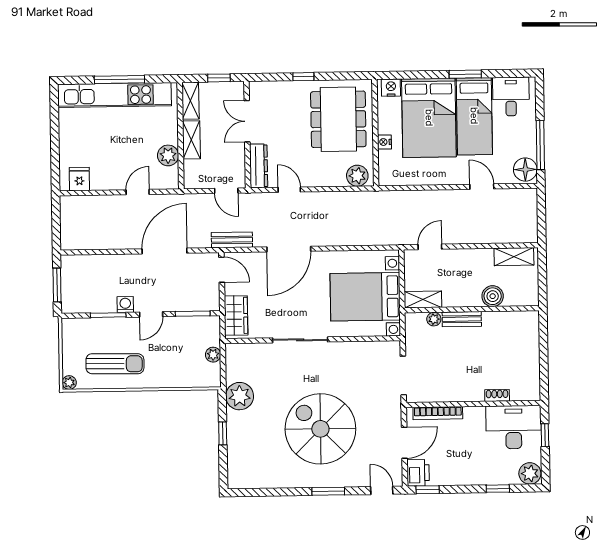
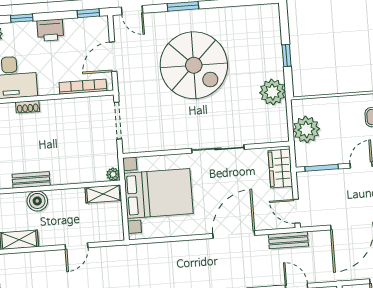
door: (430, 247) -> (76, 246), moved
plant: (434, 319) -> (113, 174), moved
bench: (462, 319) -> (31, 180), moved
plant: (213, 355) -> (306, 129), width x1.88, depth x1.88
printer: (418, 473) -> (50, 30), moved, turned -90

